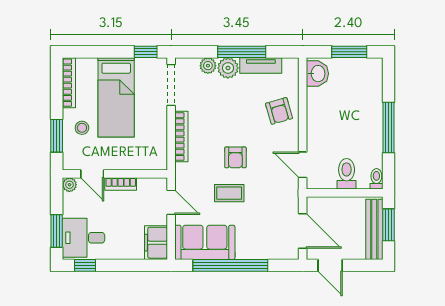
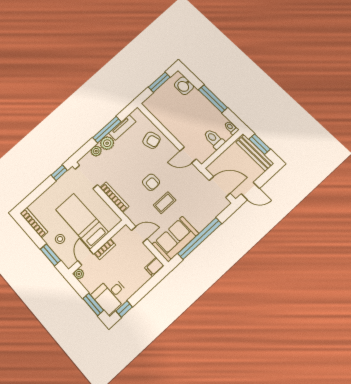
washbasin: (317, 74) -> (184, 86), moved, turned 180
bed: (116, 97) -> (82, 221), moved, turned 180
door: (92, 174) -> (86, 257), swing flipped
filing cabinet: (156, 243) -> (154, 267), width x0.50

